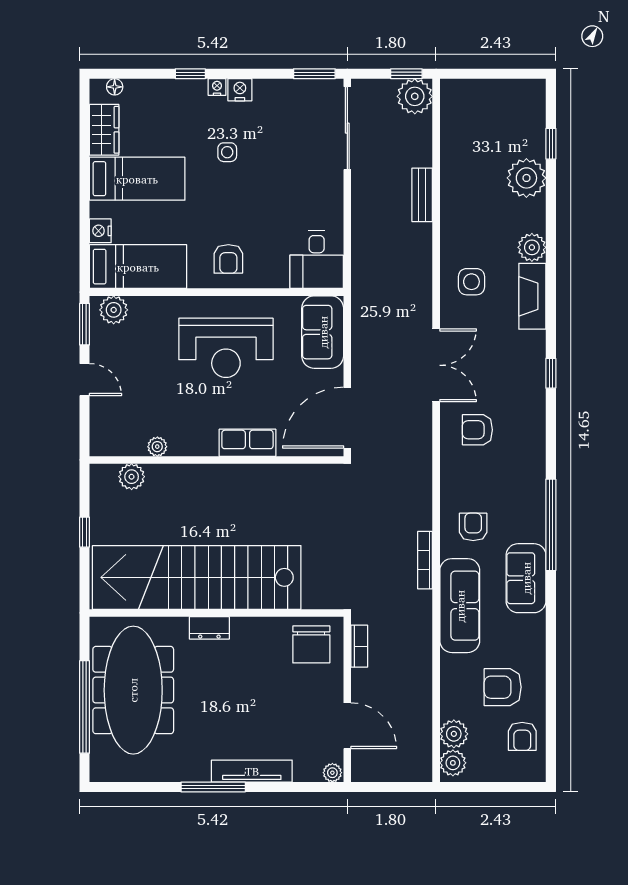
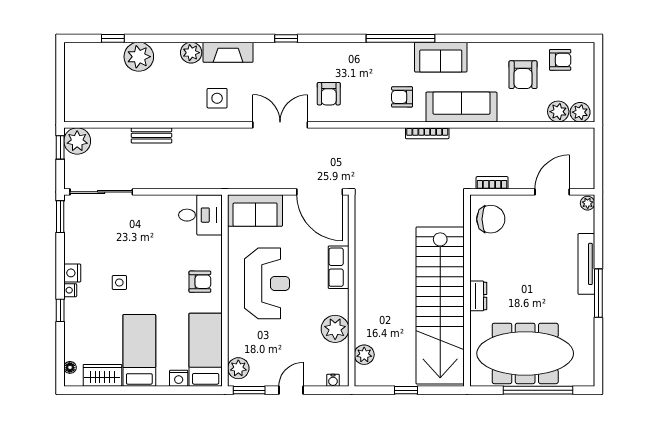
water cooler: (98, 435) -> (333, 380), added
plant: (157, 447) -> (335, 329), width x1.88, depth x1.88

